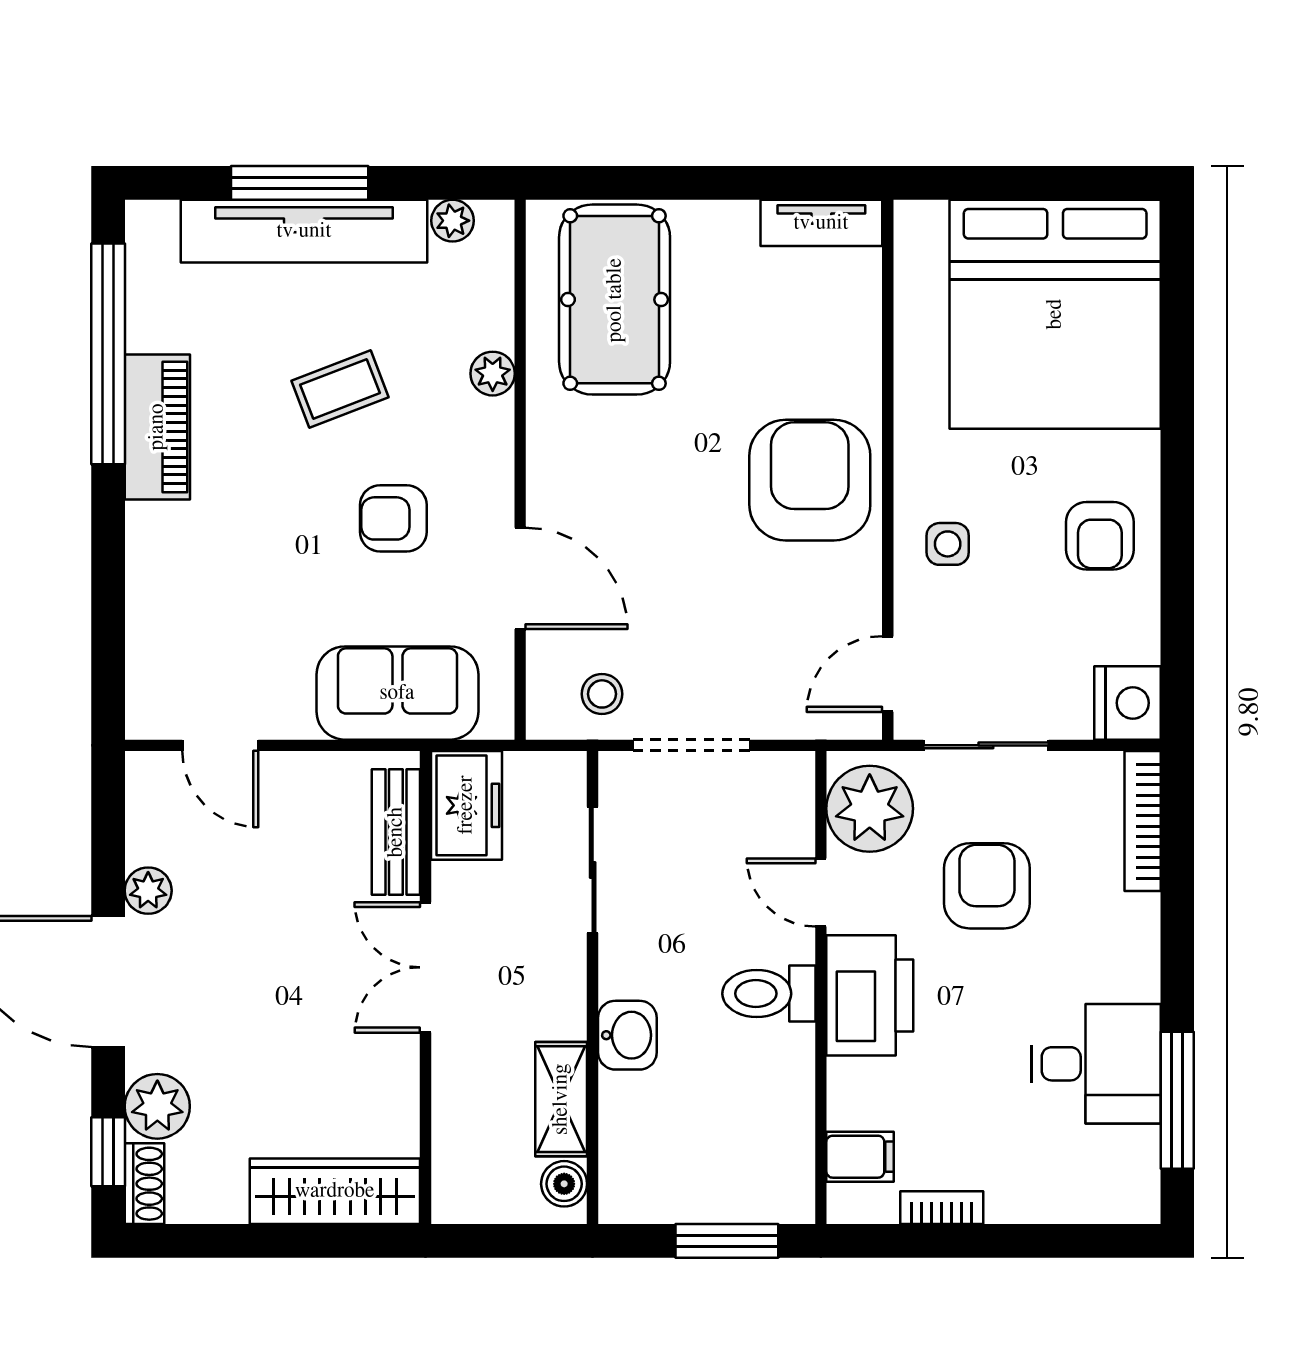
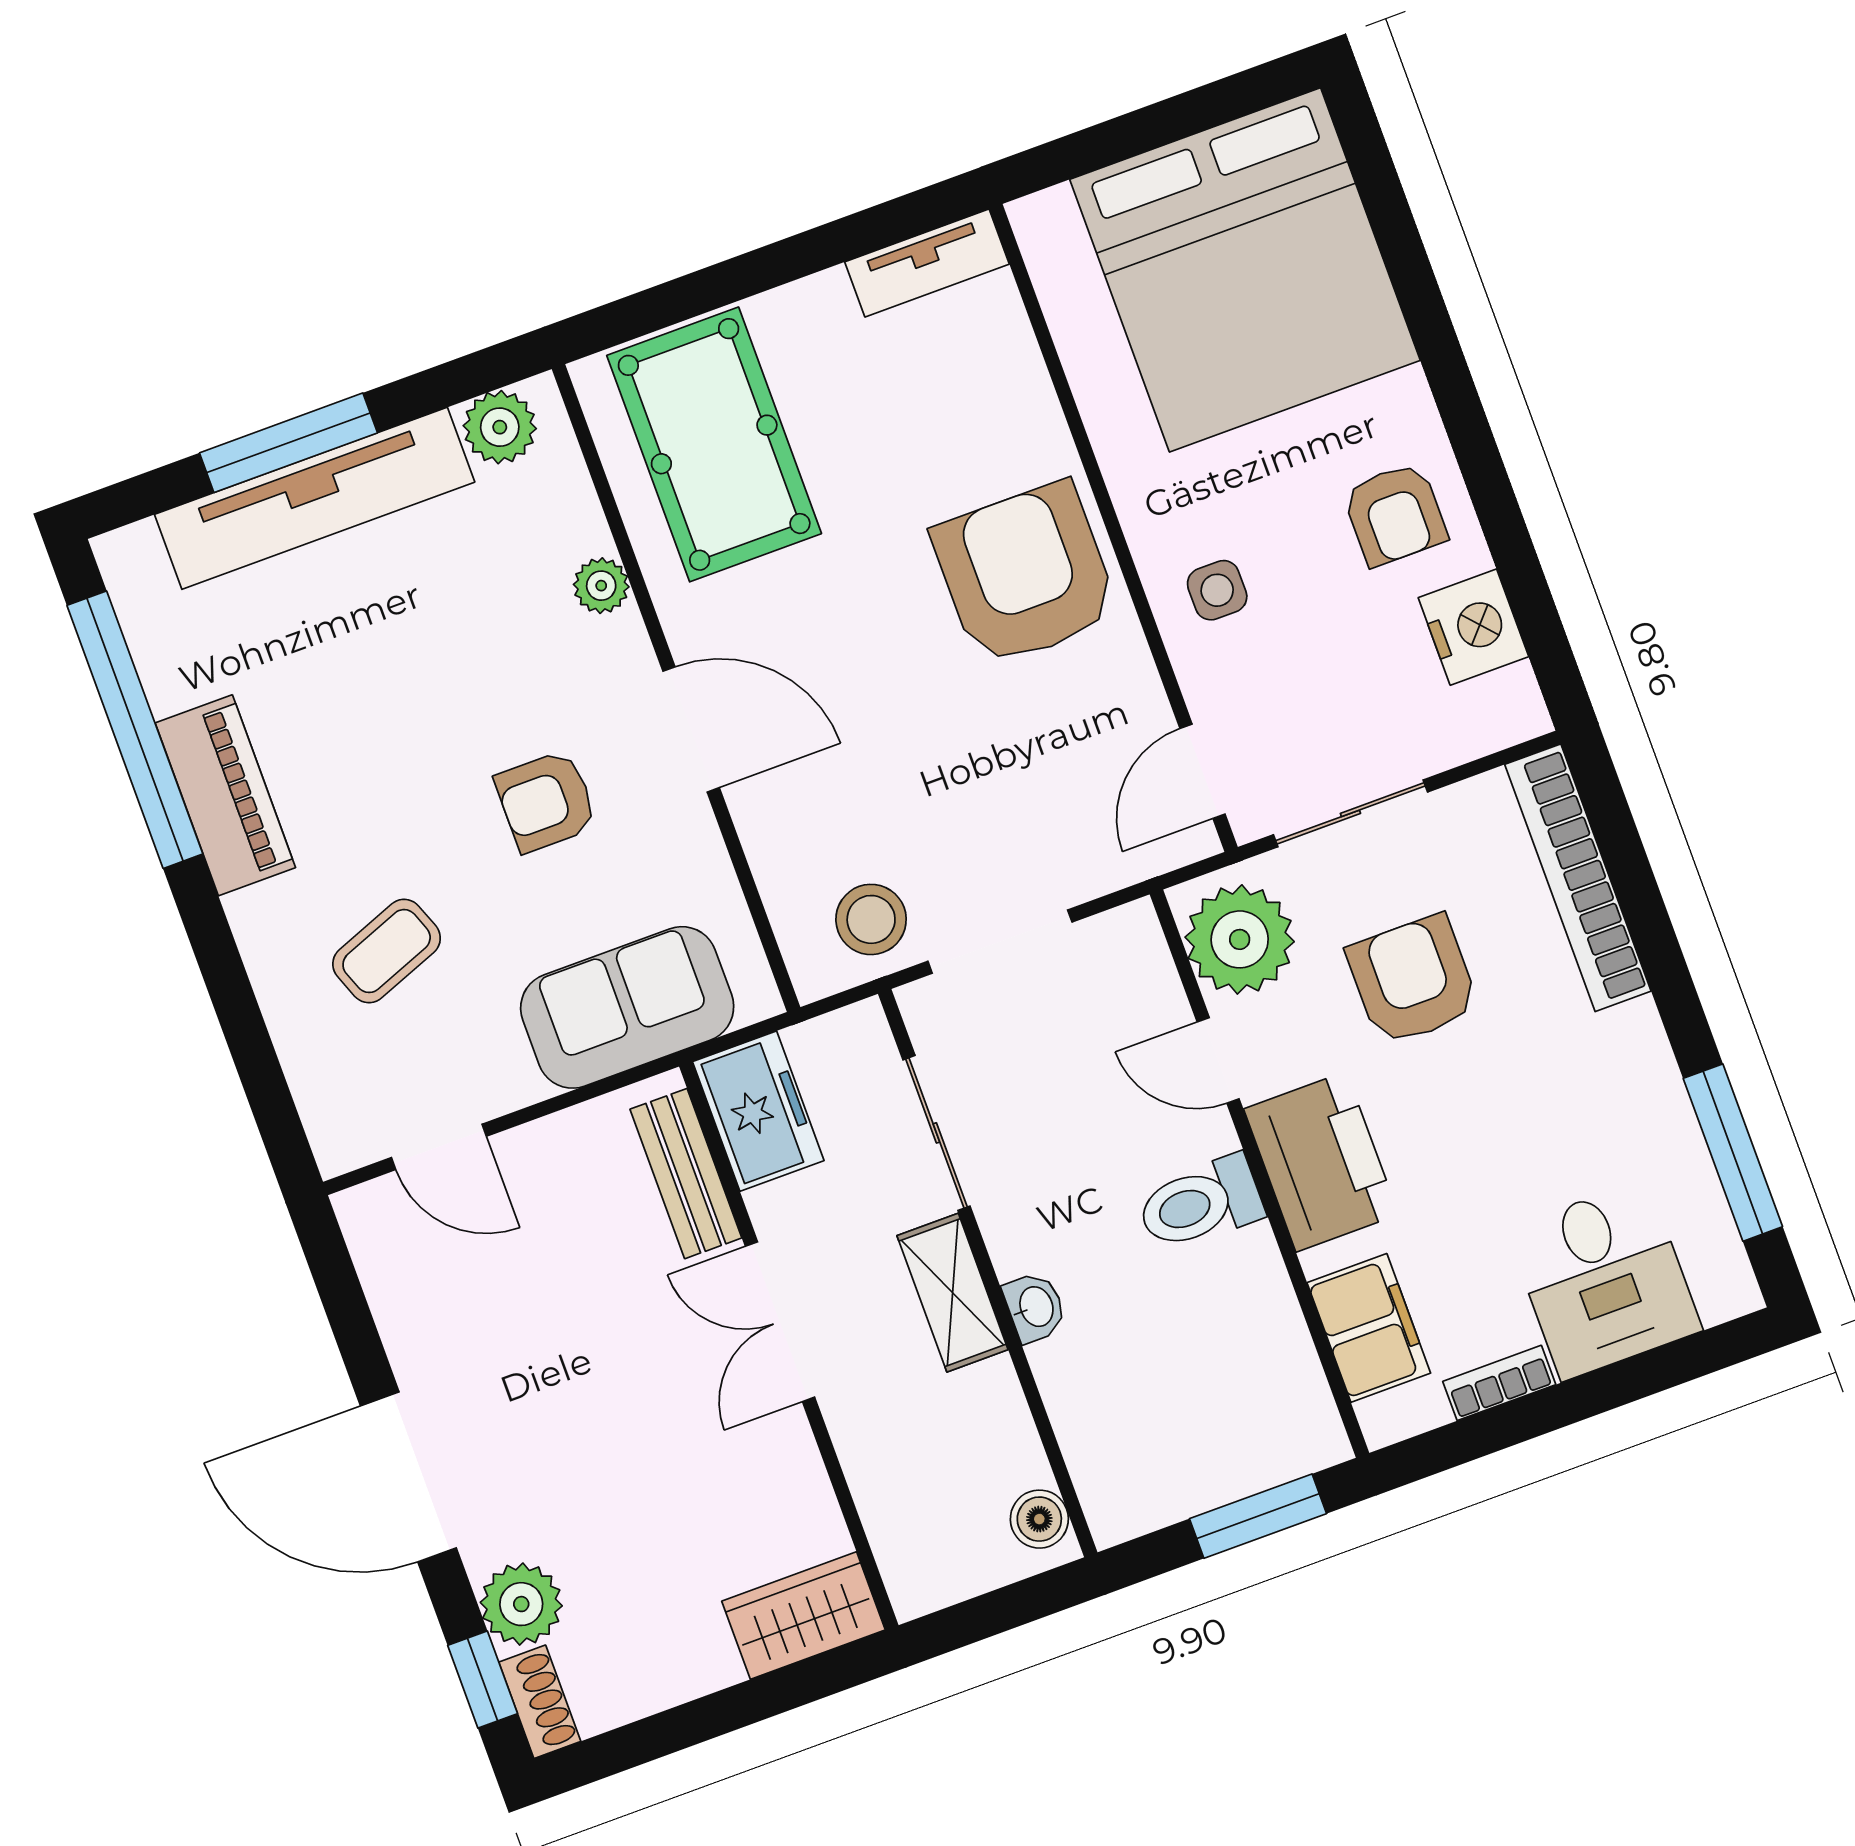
plant: (453, 221) -> (500, 427), width x1.38, depth x1.38
coffee table: (340, 389) -> (387, 951), moved
door: (520, 578) -> (691, 729), moved
stool: (602, 694) -> (871, 919), width x1.37, depth x1.37
nightstand: (1128, 703) -> (1473, 627), moved
bookcase: (1143, 821) -> (1578, 878), width x1.48, depth x1.31
plant: (148, 891) -> (416, 1351), removed
washbasin: (627, 1035) -> (1035, 1307), width x0.72, depth x0.69
desk: (1096, 1064) -> (1604, 1280), moved, turned 90
shelving: (561, 1099) -> (953, 1293), moved
filing cabinet: (860, 1157) -> (1369, 1328), width x2.00
wardrobe: (335, 1191) -> (804, 1616), width x0.67

